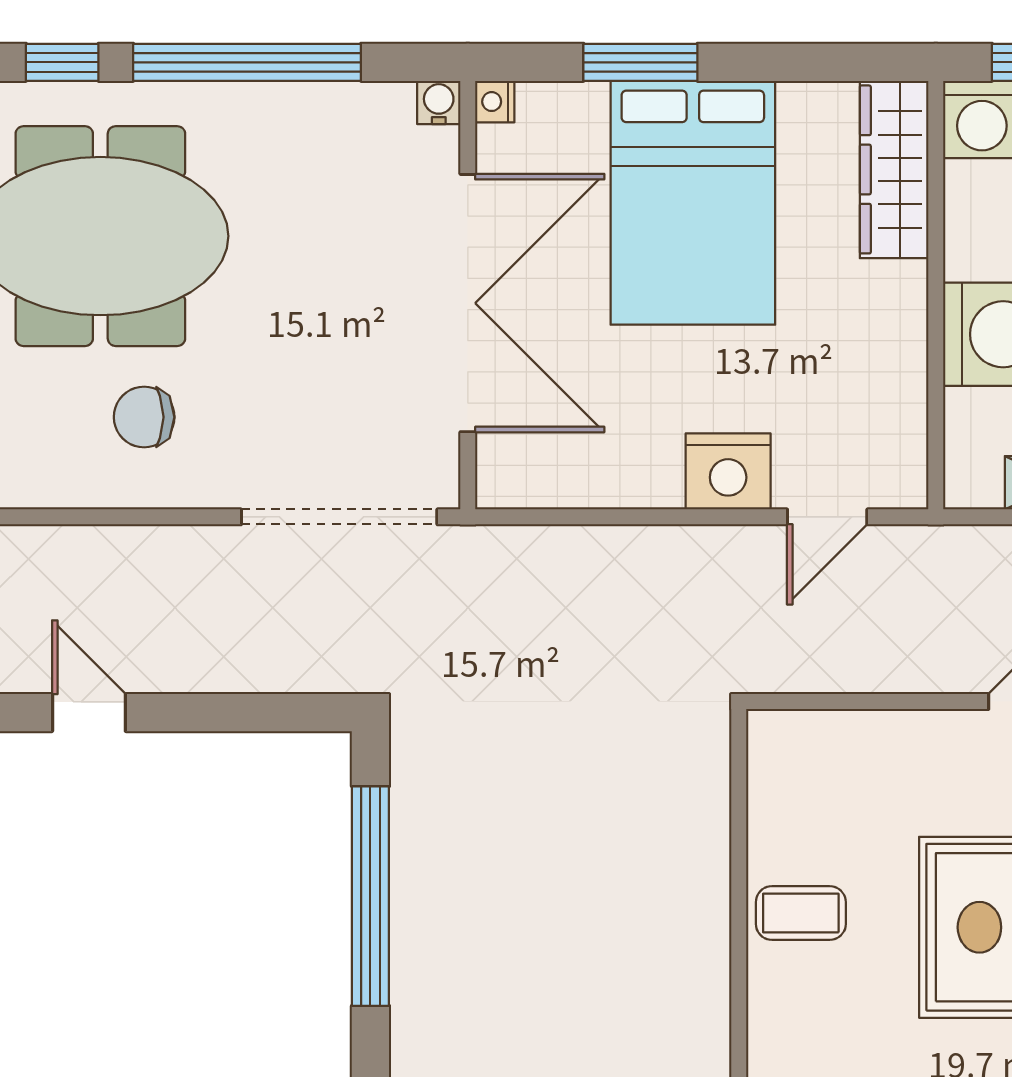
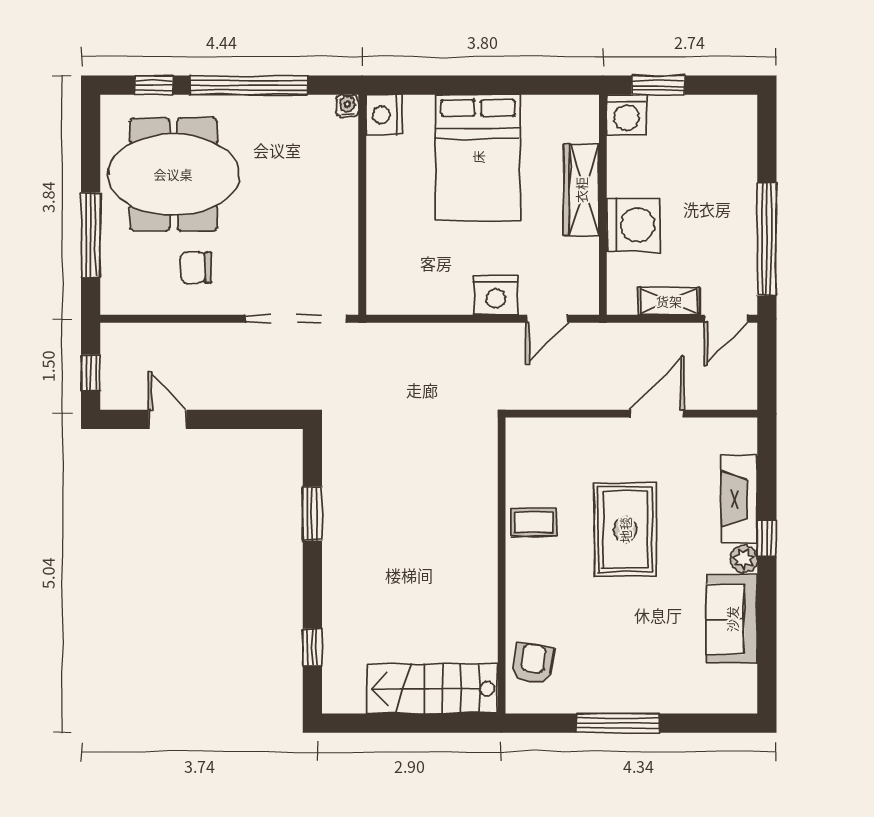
window: (640, 62) -> (451, 85), removed
nightstand: (495, 102) -> (384, 115), width x1.89, depth x1.79
wardrobe: (894, 169) -> (581, 190), moved
double door: (468, 303) -> (362, 209), removed
window: (370, 896) -> (312, 514), width x0.47

